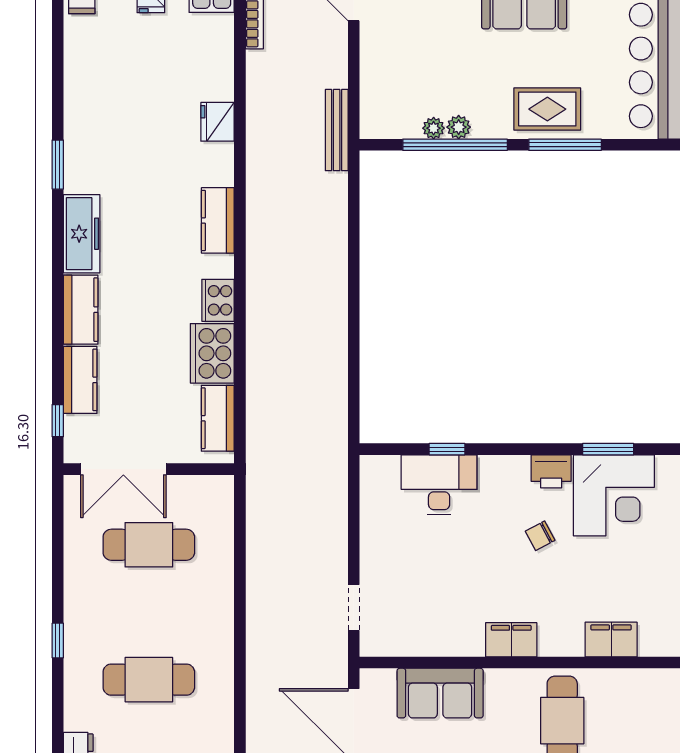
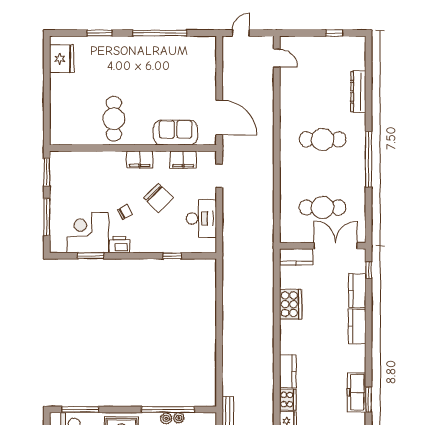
window: (565, 145) -> (80, 409), moved
freezer: (82, 234) -> (357, 392), moved
cooker: (218, 300) -> (288, 400), moved
kitchen counter: (218, 418) -> (296, 257), moved, turned 90
desk: (439, 485) -> (201, 219), moved, turned -90
chair: (474, 564) -> (158, 198), added
filing cabinet: (611, 640) -> (183, 160), moved
window: (58, 641) -> (369, 159), width x3.17

